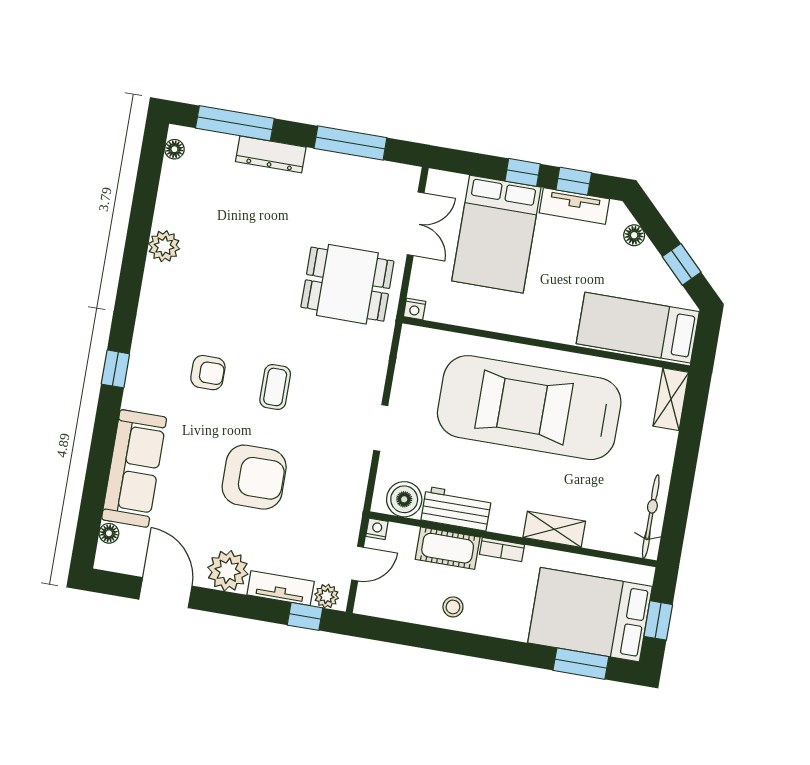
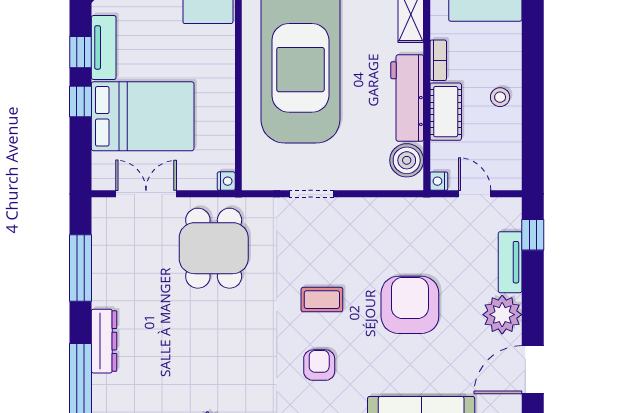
doorway: (381, 428) -> (312, 194), moved
workbench: (456, 509) -> (407, 98), width x1.38
plant: (327, 596) -> (510, 218), removed

